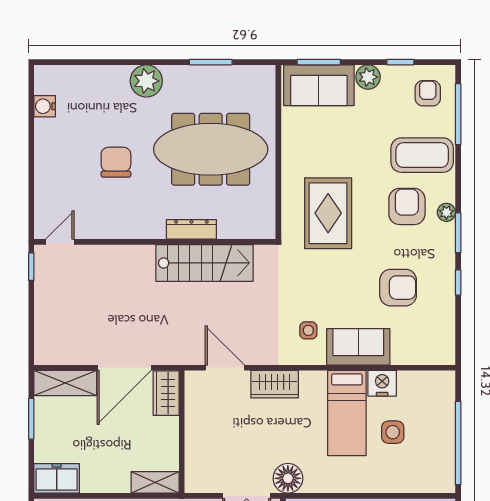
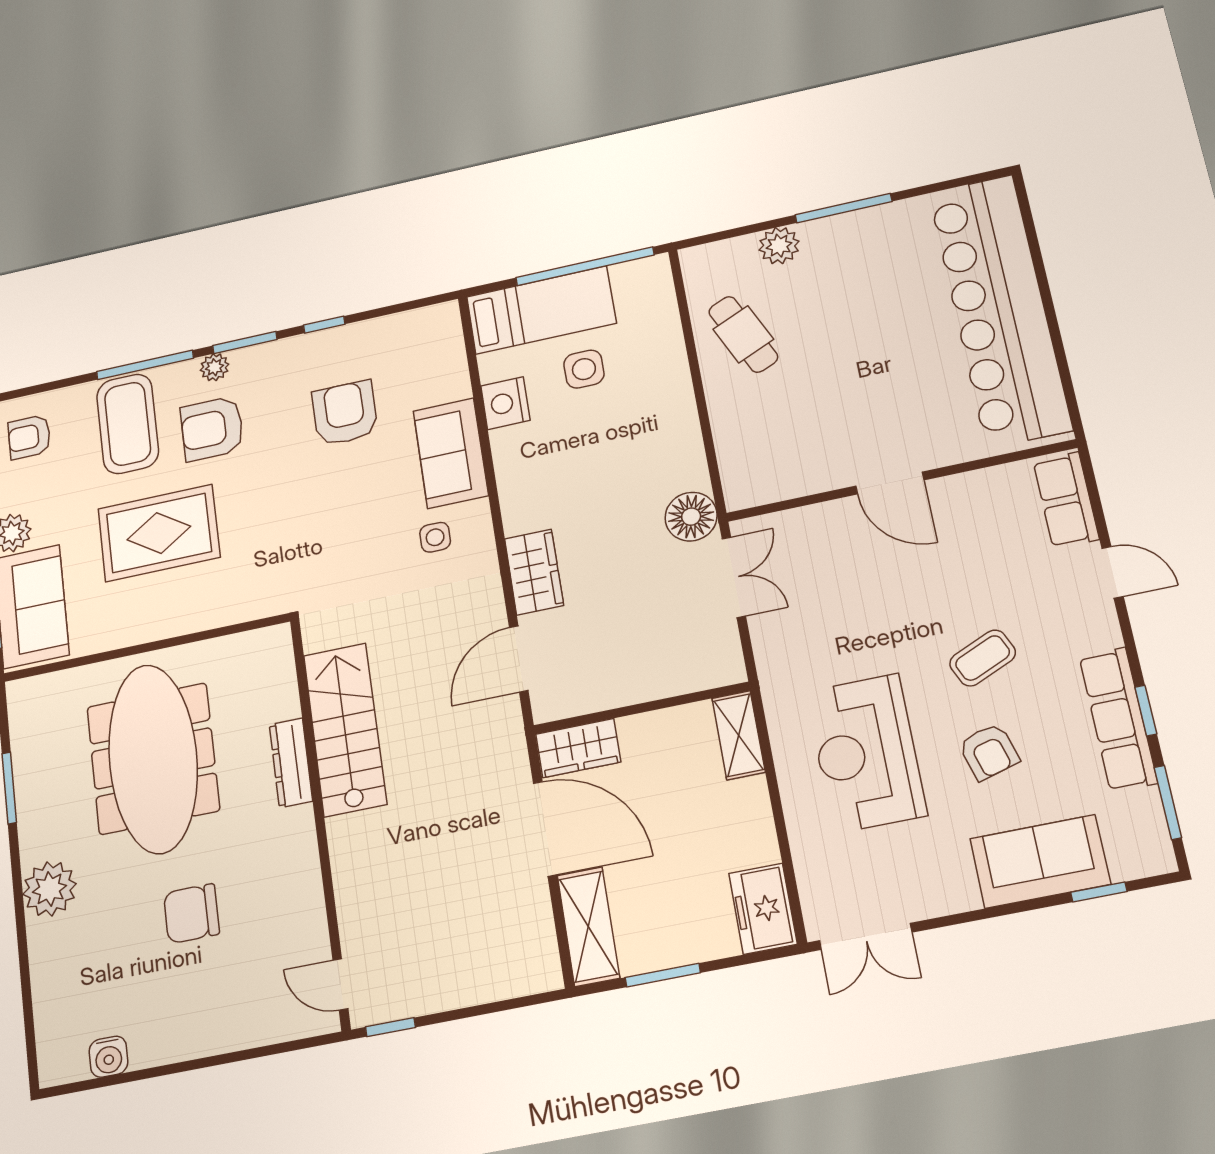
window: (458, 114) -> (145, 365), moved
rug: (328, 213) -> (159, 533), moved
bed: (347, 413) -> (541, 310), moved

